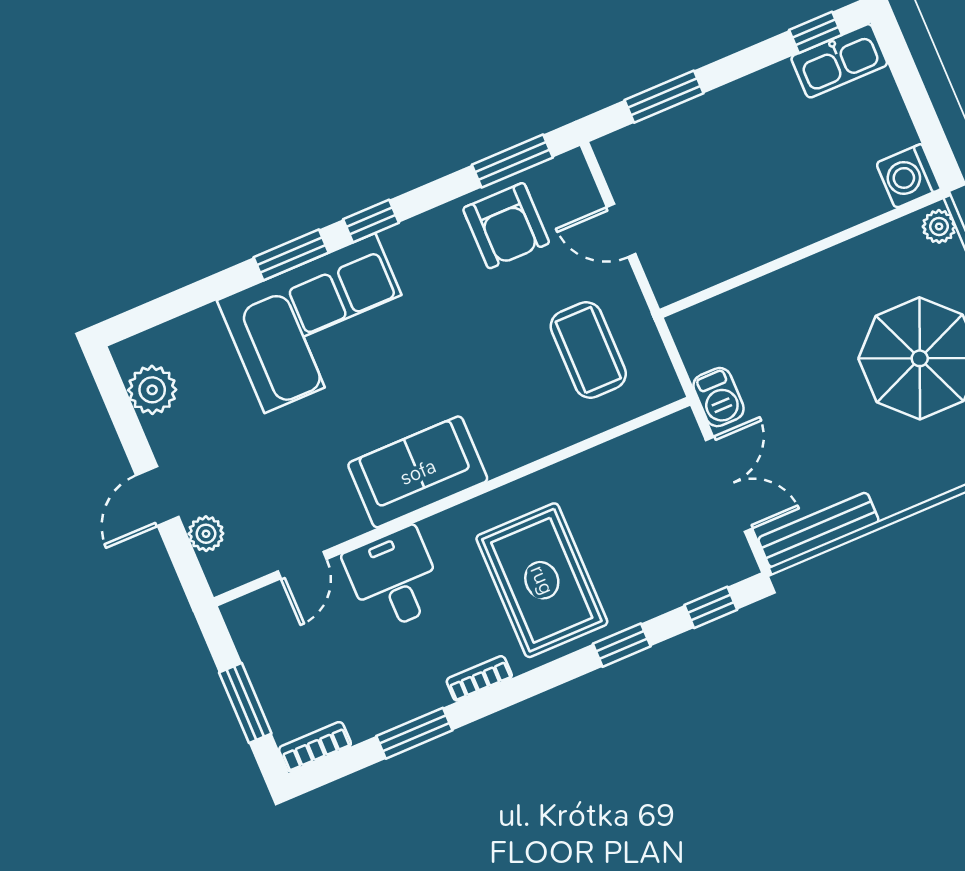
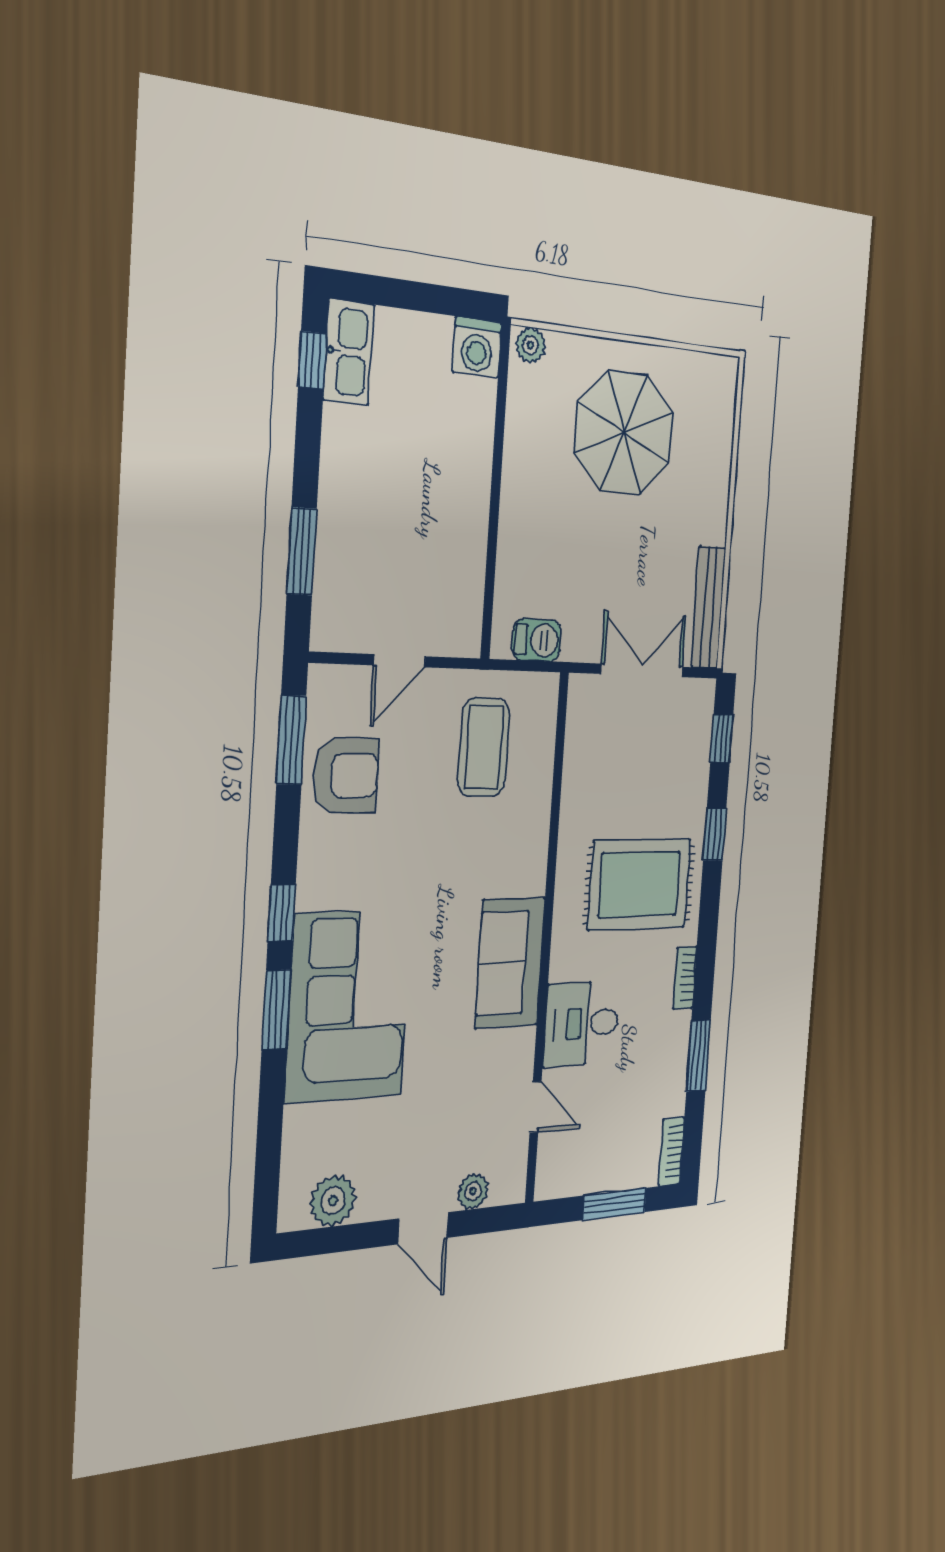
coffee table: (588, 350) -> (484, 747), turned 90
barbecue: (719, 397) -> (537, 640), moved

